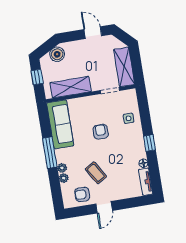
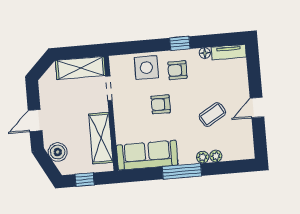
door: (93, 33) -> (35, 120), moved
side table: (128, 118) -> (146, 68), width x1.87, depth x1.87
armchair: (82, 194) -> (177, 70), moved, turned 88
door: (104, 207) -> (257, 108), swing flipped

